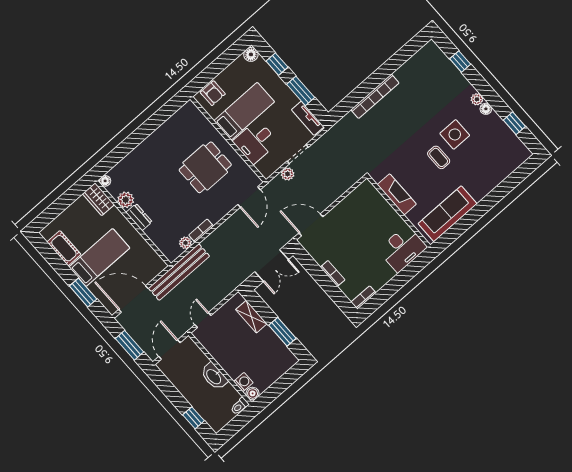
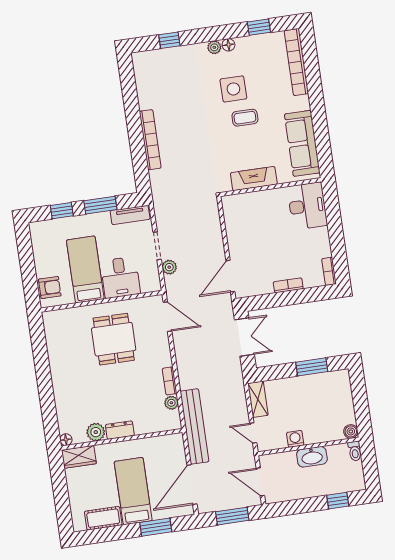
floor lamp: (251, 54) -> (37, 229), removed
bookcase: (506, 169) -> (296, 62), added
shelving: (251, 317) -> (258, 399), moved, turned 90
washing machine: (243, 382) -> (295, 439), moved

